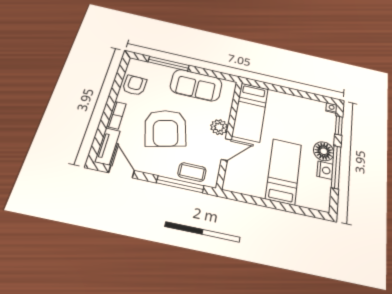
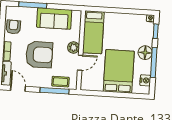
armchair: (166, 128) -> (39, 55), turned -76
nightstand: (325, 170) -> (145, 80), moved
bed: (284, 171) -> (119, 71), width x1.50

